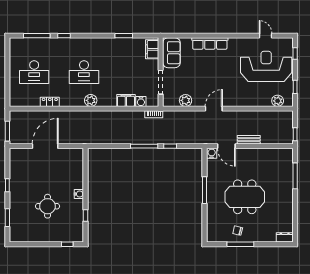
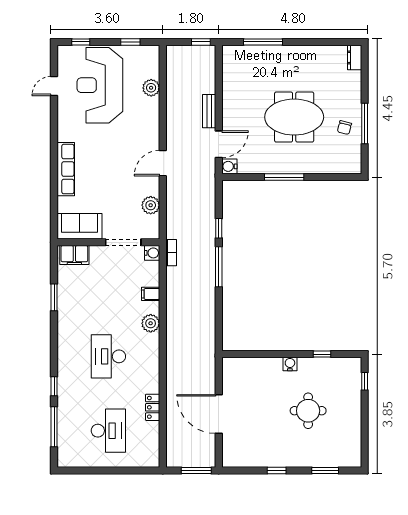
desk: (84, 72) -> (108, 356), turned 180
plant: (91, 100) -> (151, 323), moved
filing cabinet: (126, 100) -> (151, 294), width x0.50
water cooler: (141, 101) -> (152, 253), moved
plant: (278, 101) -> (151, 88), moved
door: (214, 109) -> (163, 163), hinge flipped
meeting table: (245, 197) -> (294, 117), turned 90

